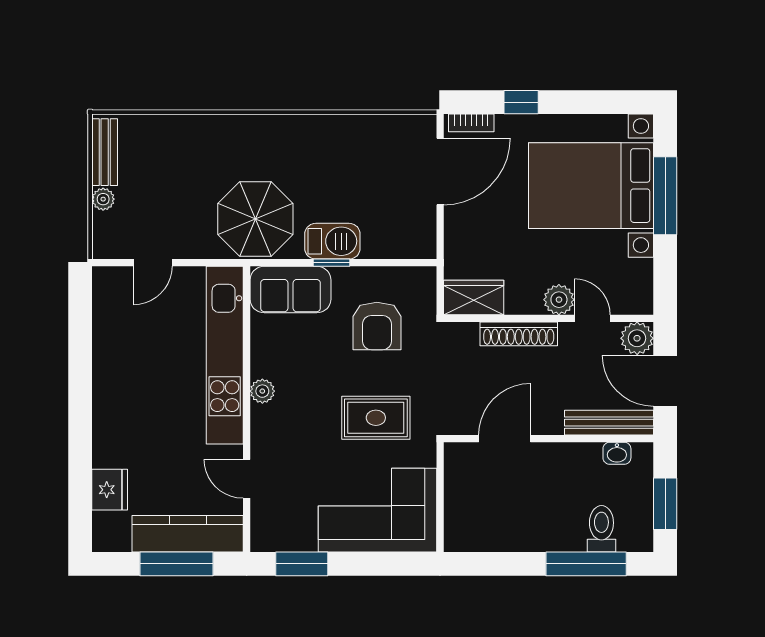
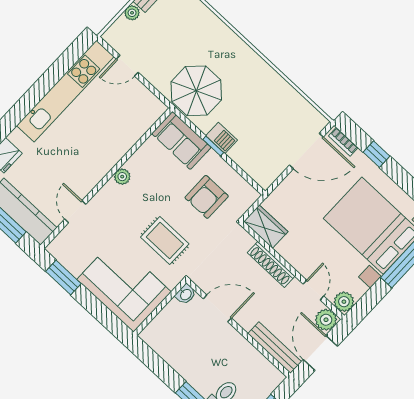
barbecue: (332, 241) -> (222, 138), width x0.73, depth x0.79
plant: (559, 300) -> (344, 302), moved
kitchen unit: (225, 355) -> (65, 91), moved, turned 180
washbasin: (617, 453) -> (186, 294), moved, turned -90

